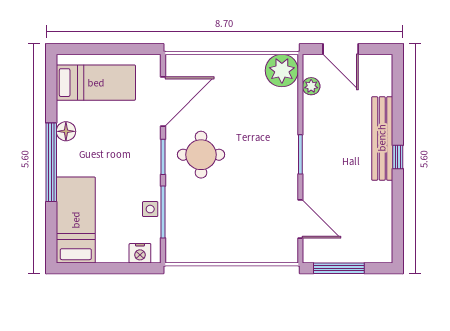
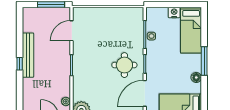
bench: (382, 138) -> (28, 55), moved
window: (51, 162) -> (204, 61), width x0.68
door: (300, 219) -> (72, 31), hinge flipped
nightstand: (140, 253) -> (174, 13), moved

